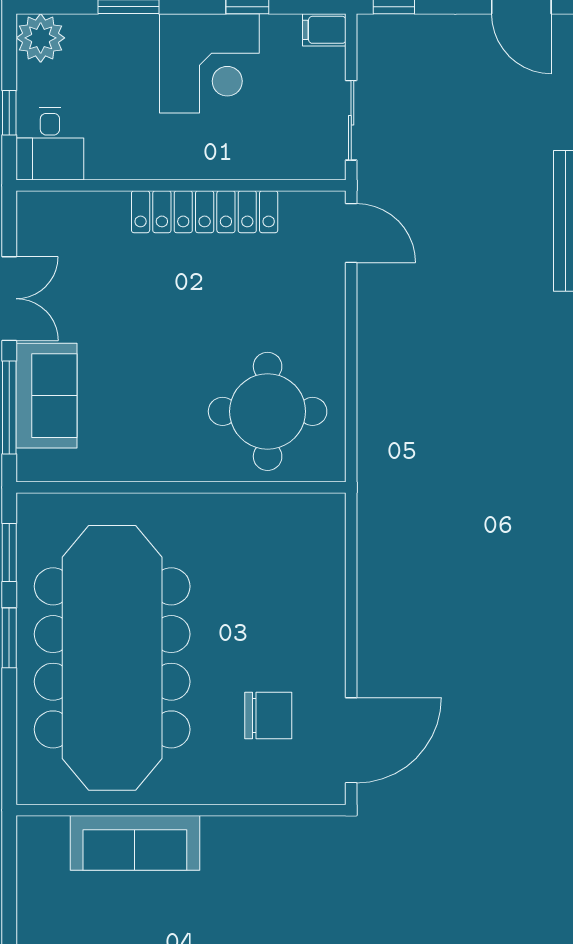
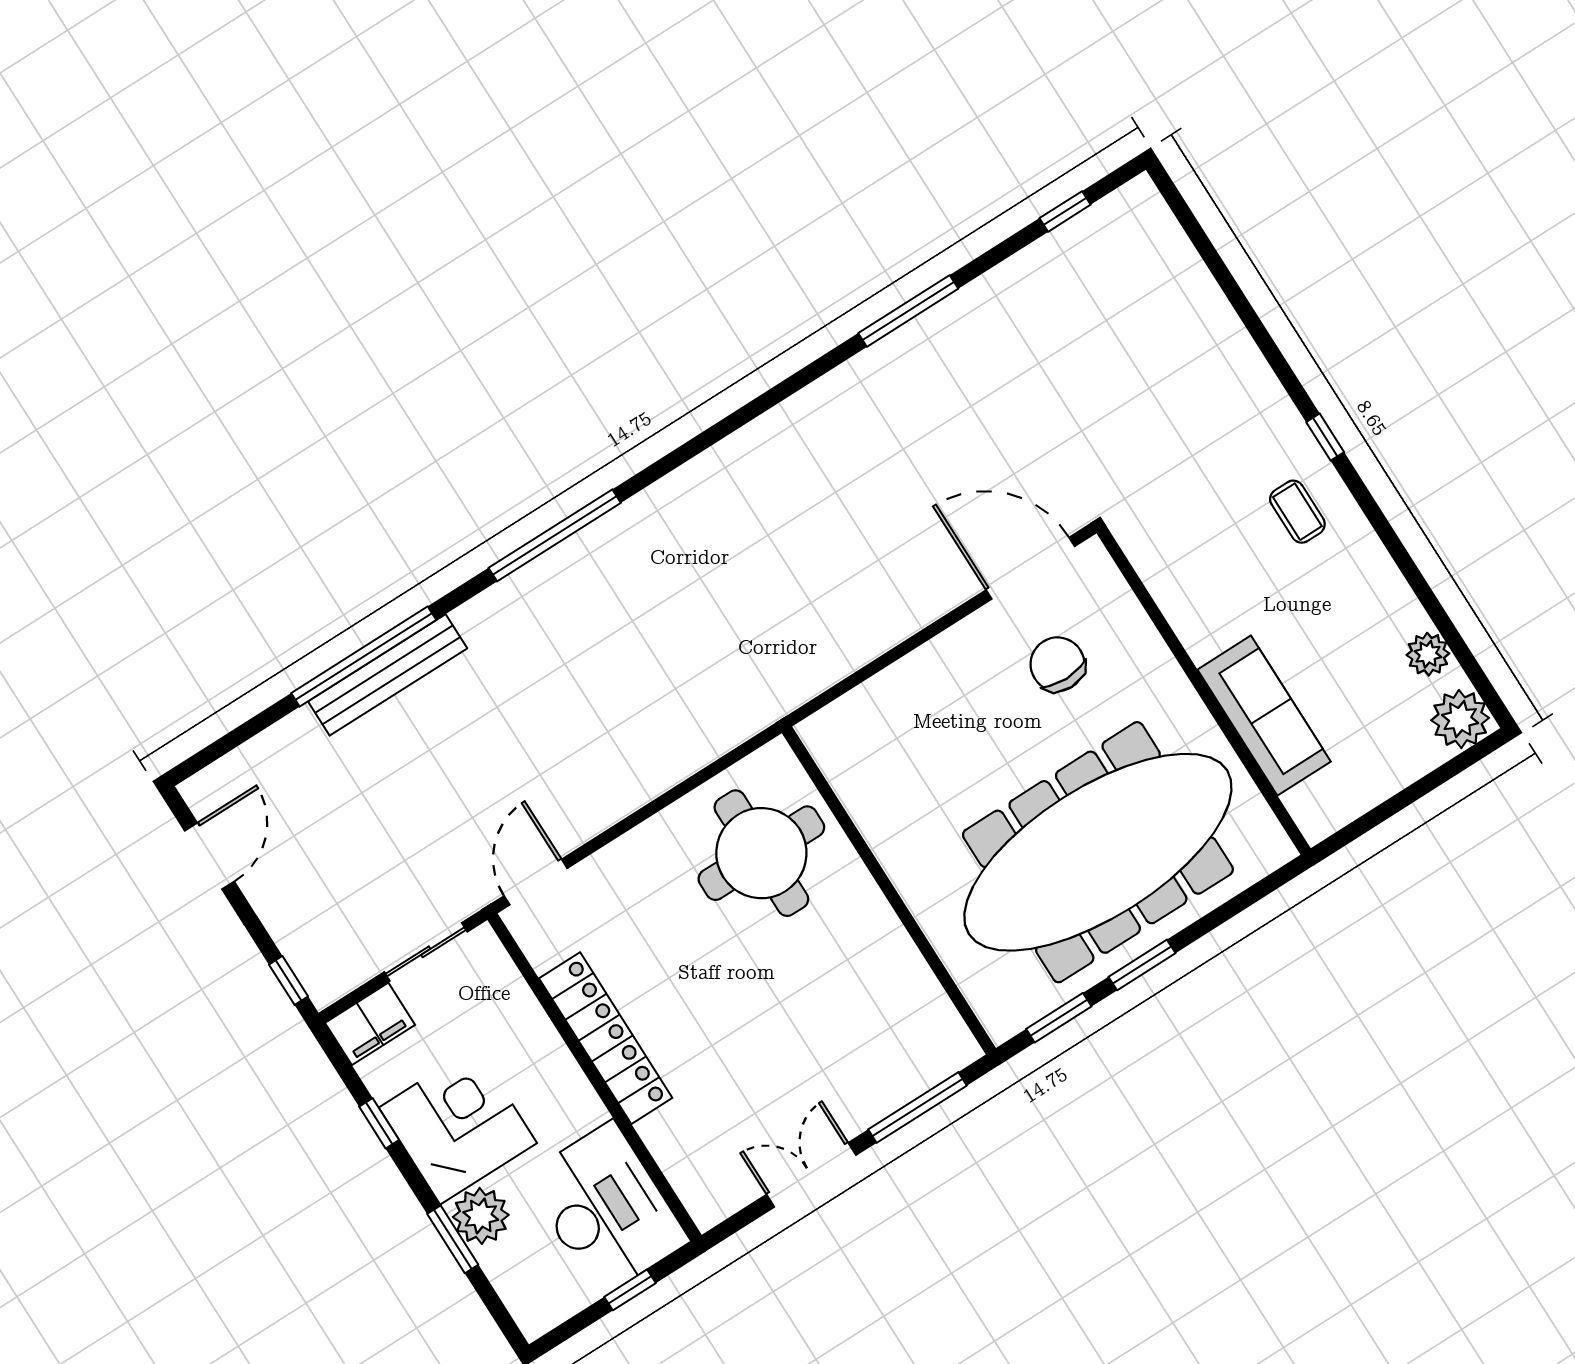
filing cabinet: (324, 30) -> (370, 1024), width x2.00
plant: (41, 38) -> (481, 1216), moved
desk: (50, 144) -> (606, 1209), width x1.87, depth x1.30
sofa: (47, 396) -> (883, 1078), removed

